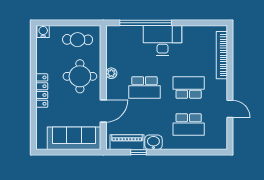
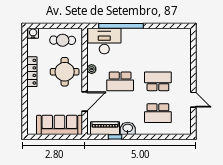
desk: (163, 41) -> (104, 41), moved
bookcase: (222, 55) -> (187, 53), removed
locker: (42, 91) -> (32, 72), moved

